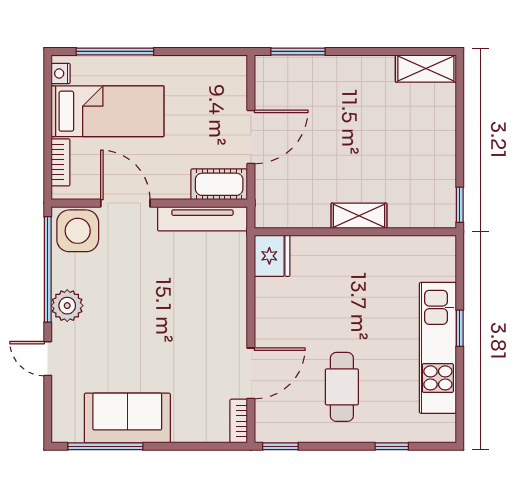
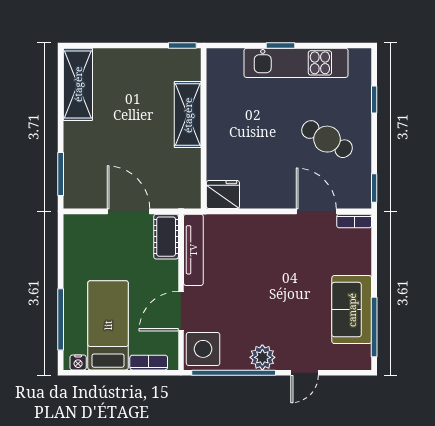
shelving: (426, 69) -> (78, 84), width x1.50, depth x1.33
shelving: (359, 216) -> (188, 115), width x1.50, depth x1.33
cafe table: (342, 387) -> (327, 139), turned 30

